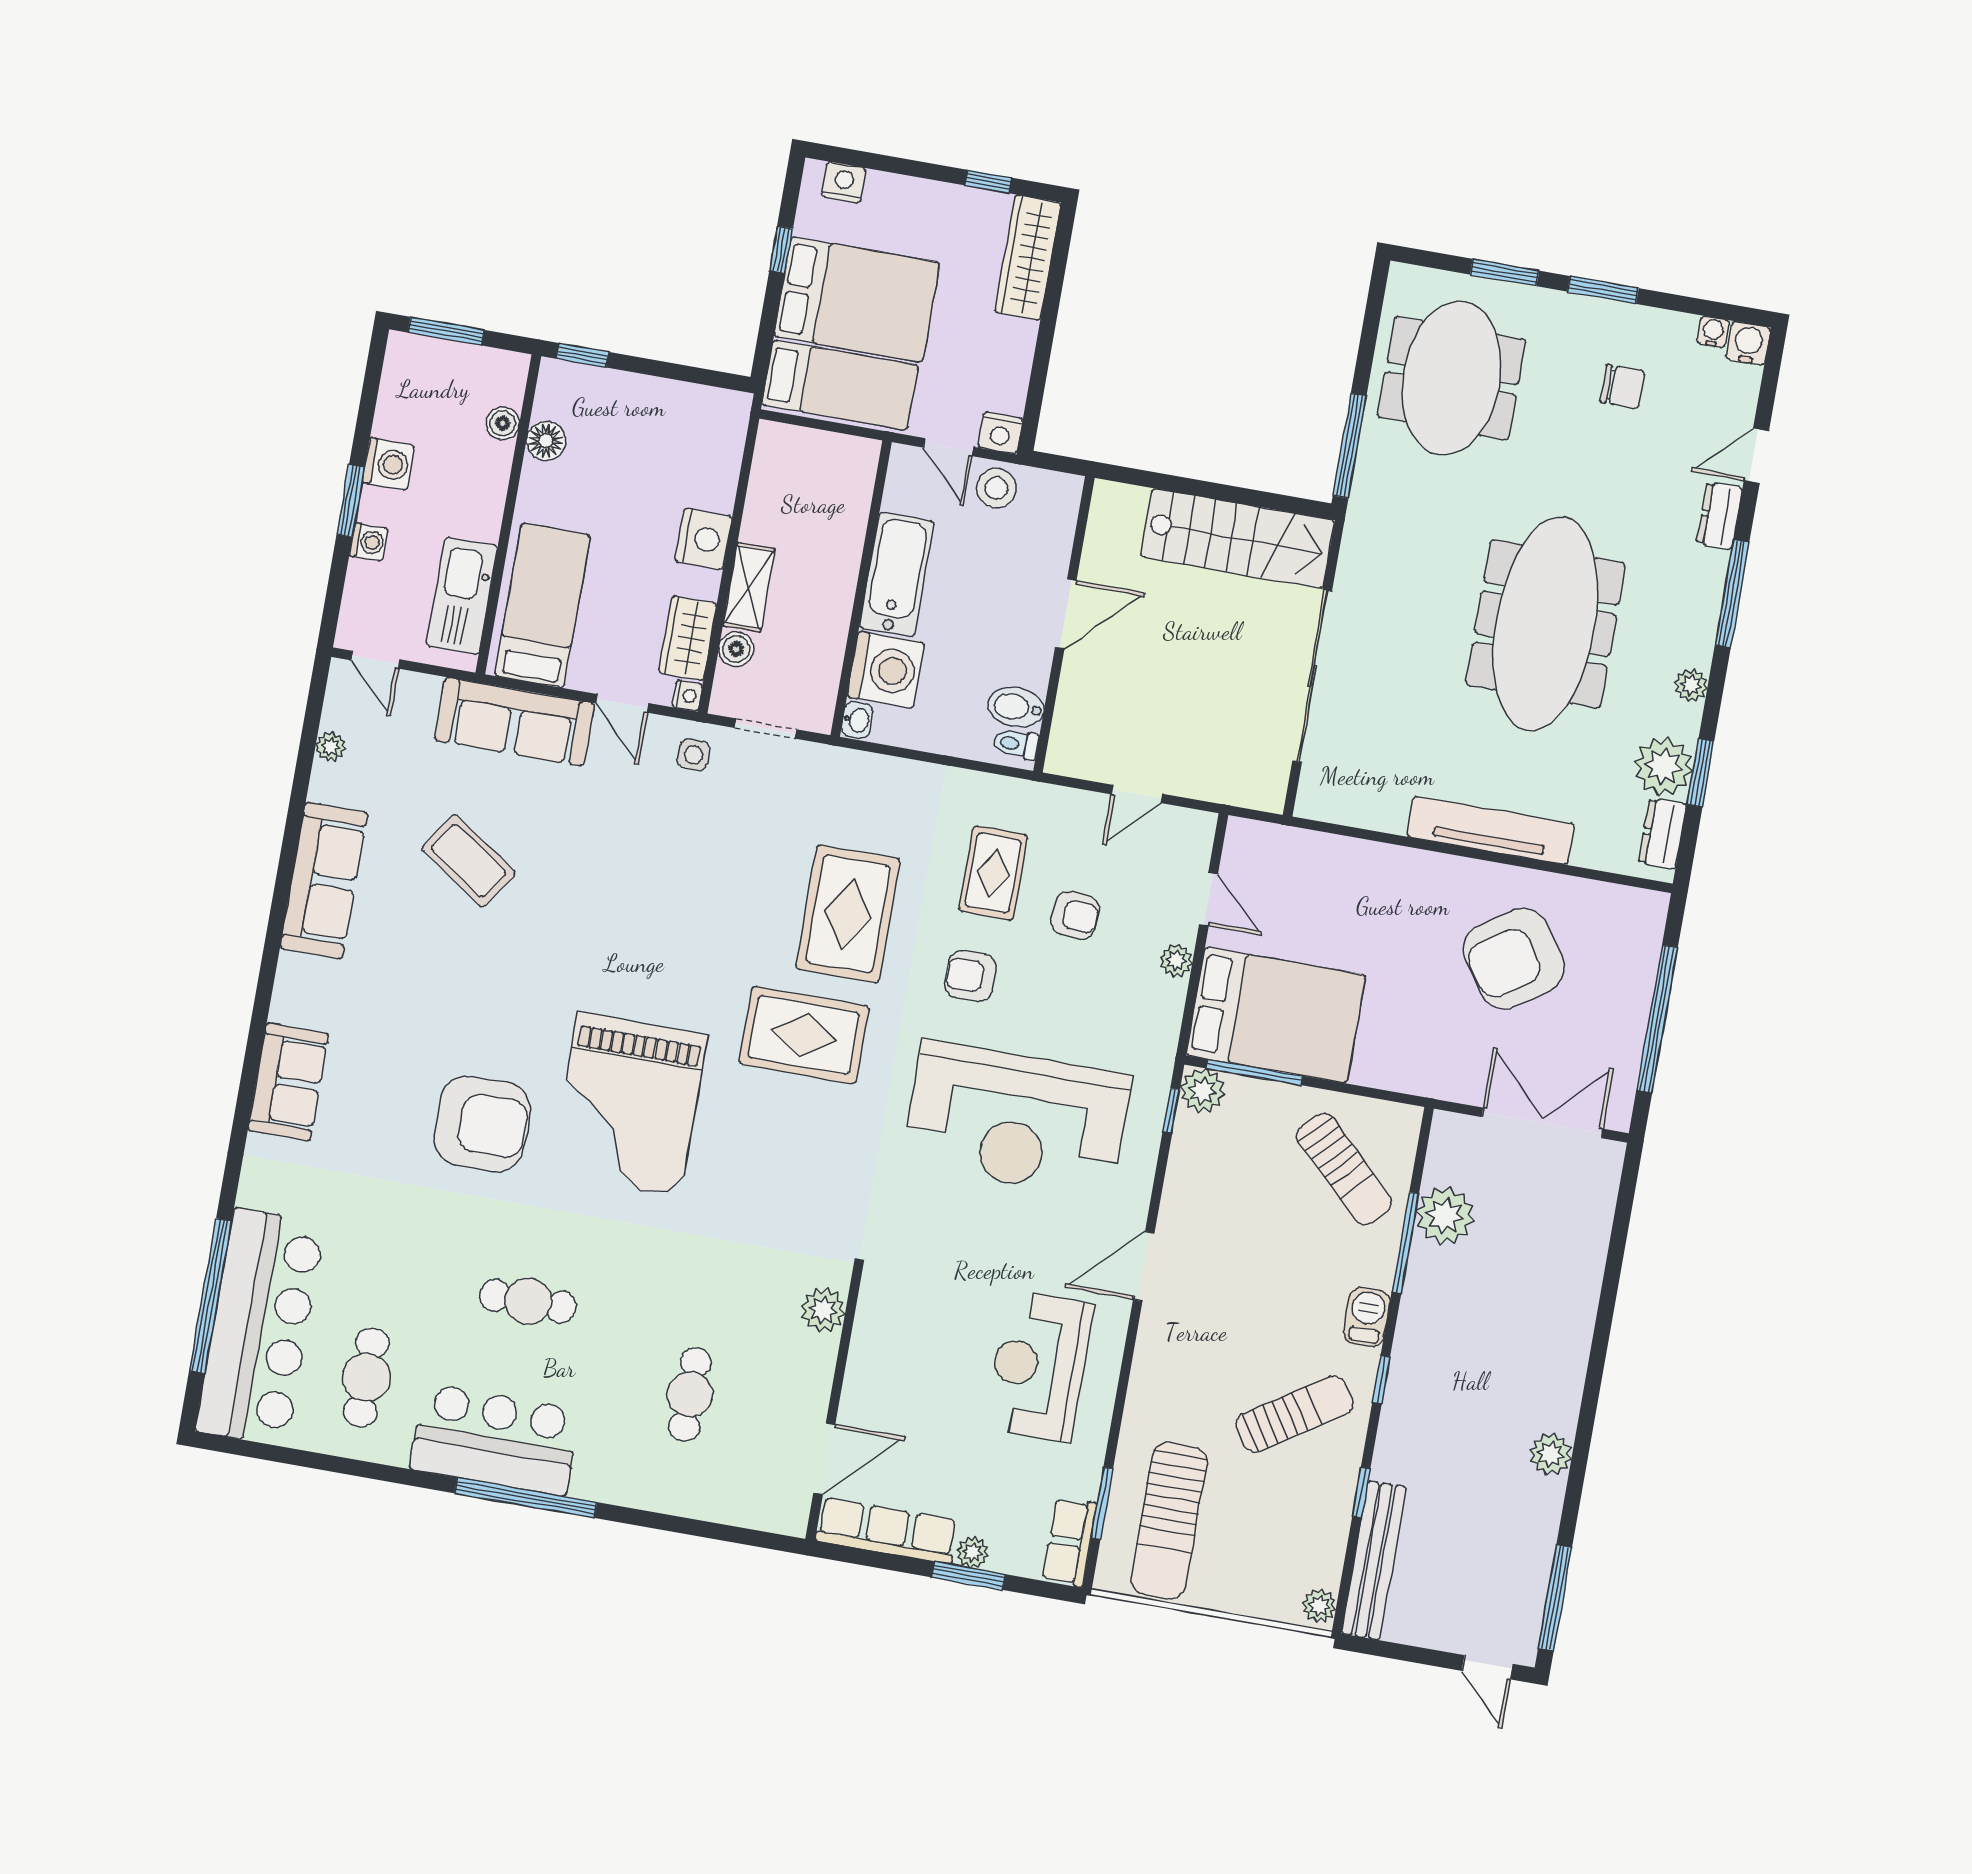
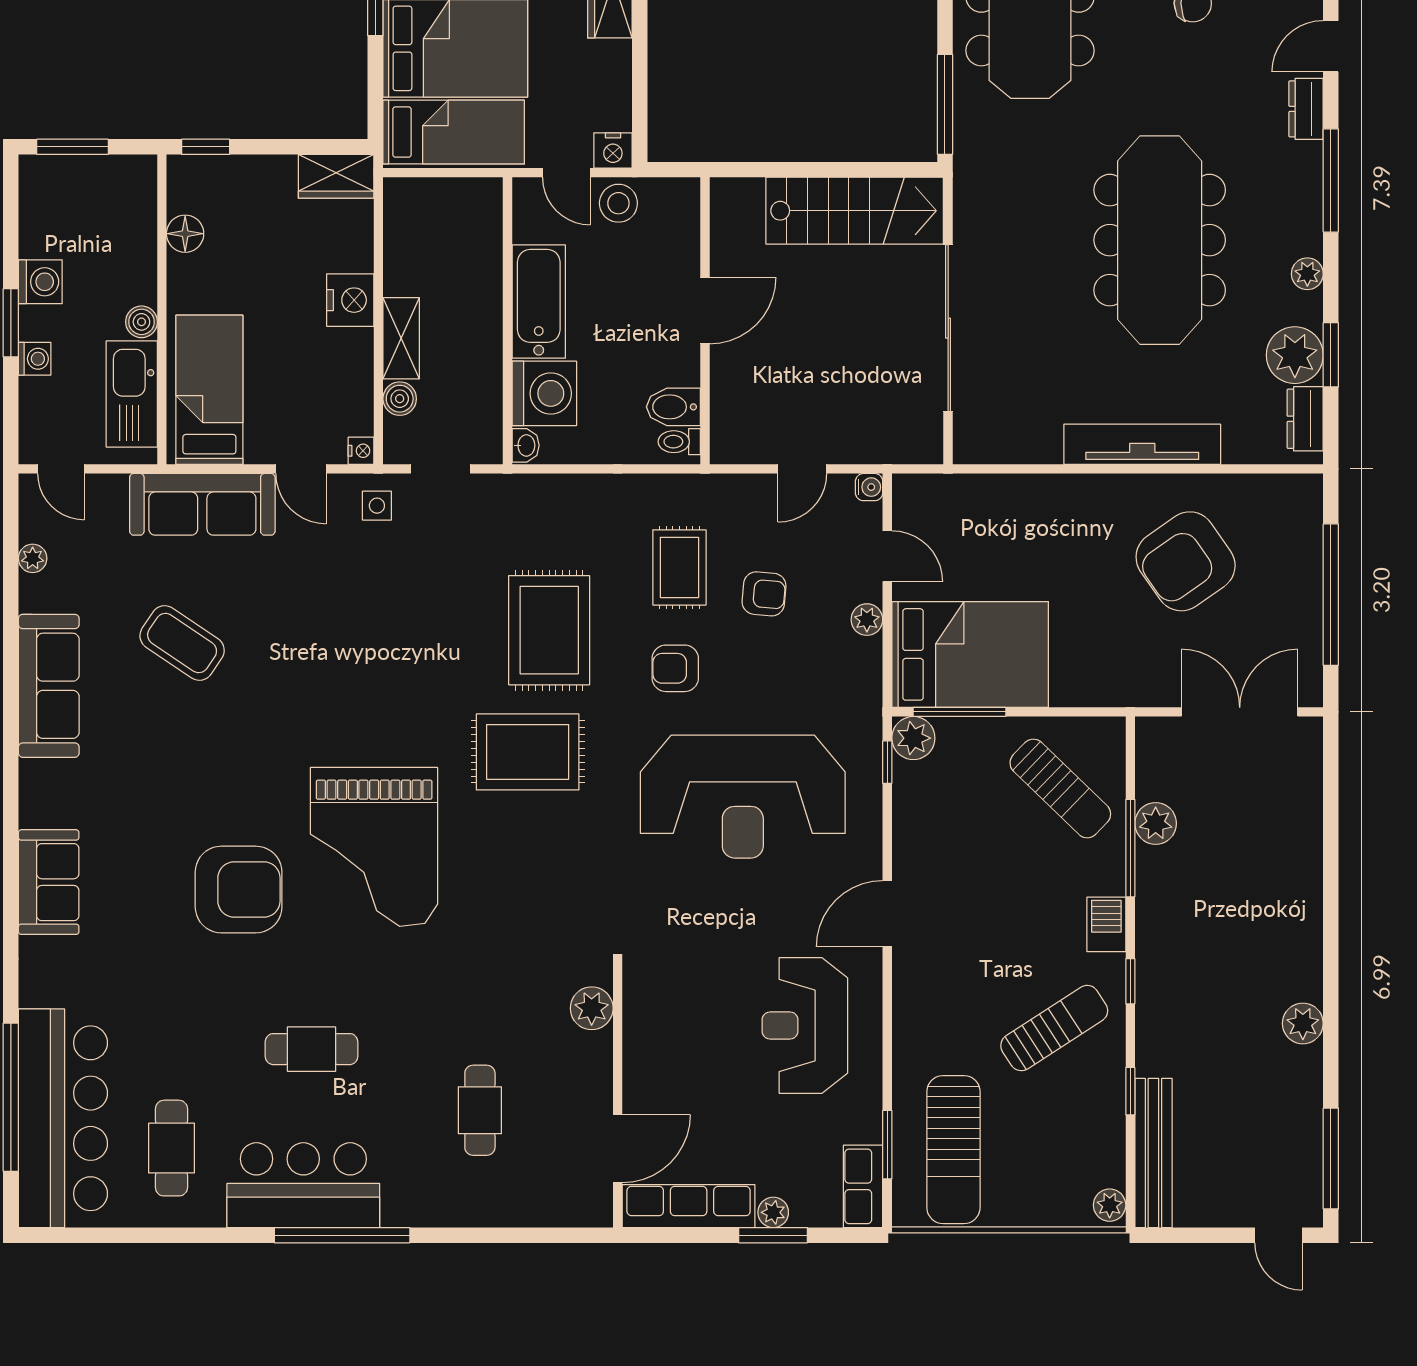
boiler: (503, 423) -> (141, 322), moved
wardrobe: (688, 638) -> (336, 176), moved, turned -90
water cooler: (1202, 825) -> (869, 487), added
plant: (1445, 1216) -> (1156, 823), width x0.73, depth x0.73

